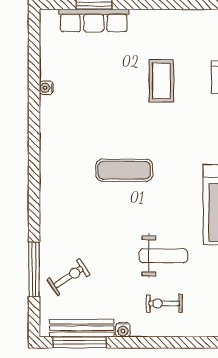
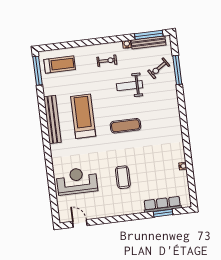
exercise mat: (124, 170) -> (126, 126), moved
weight bench: (163, 256) -> (130, 86), moved

